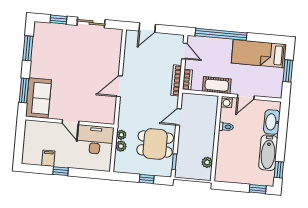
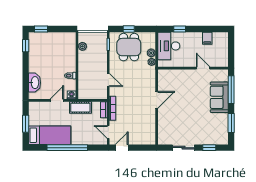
door: (147, 28) -> (122, 148), moved
window: (221, 34) -> (67, 148), moved
window: (24, 90) -> (231, 90), width x1.44
sofa: (38, 98) -> (219, 97), moved
door: (178, 117) -> (108, 80), hinge flipped
door: (71, 122) -> (203, 68), moved
desk: (95, 140) -> (169, 46), moved, turned 90
dining table: (155, 144) -> (129, 47), moved, turned 90
bathtub: (268, 153) -> (35, 58), removed
window: (61, 171) -> (180, 29), moved

